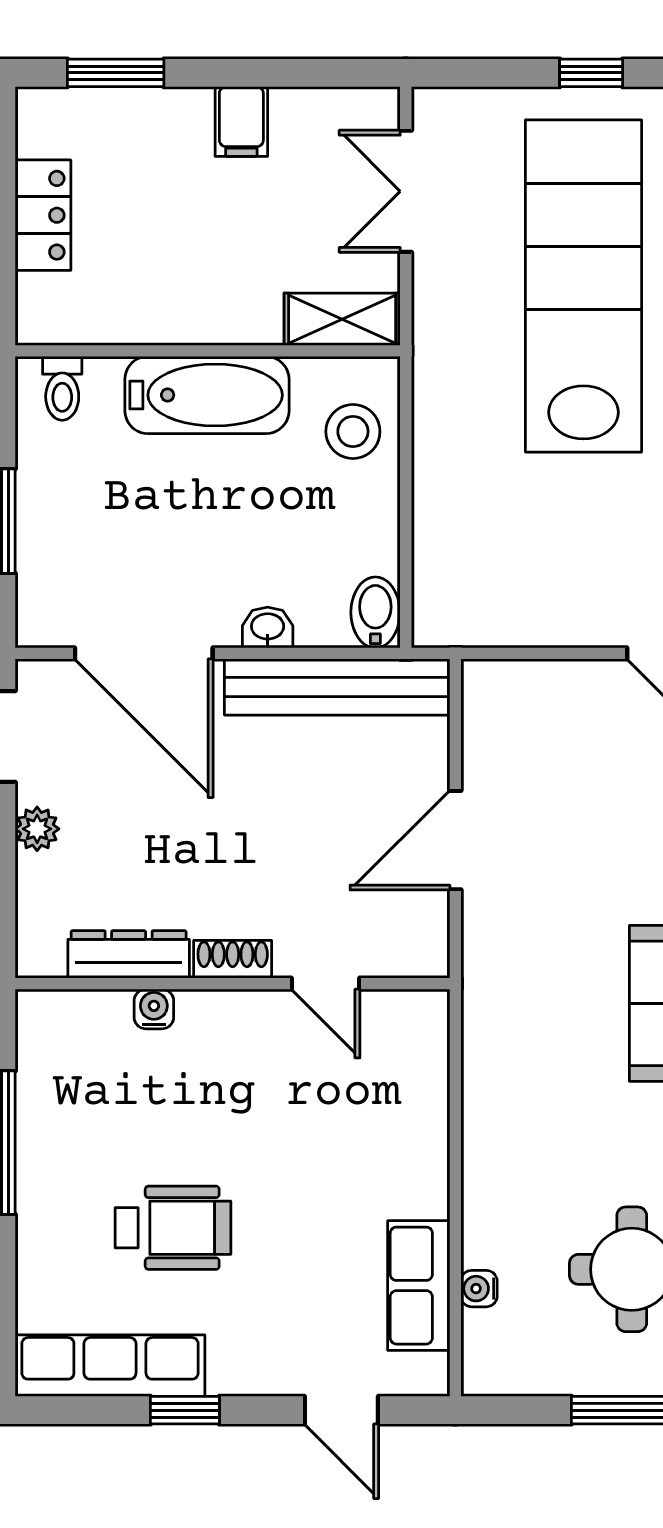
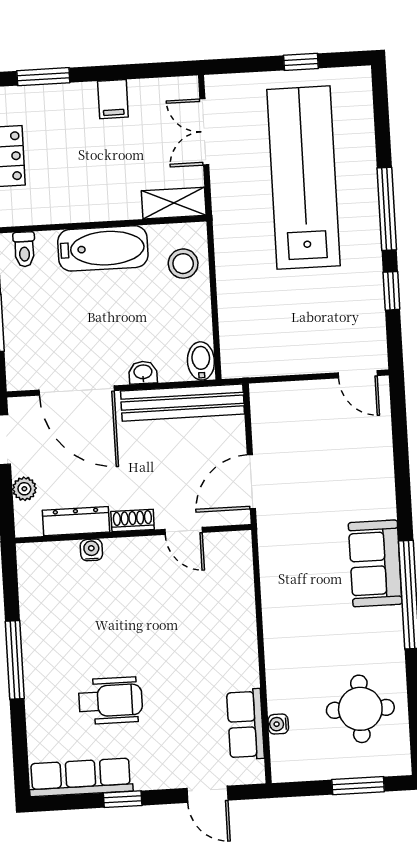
dresser: (129, 954) -> (76, 521), moved
shoe rack: (233, 959) -> (133, 521), moved
wall: (232, 984) -> (133, 534), moved
door: (326, 984) -> (184, 531), moved
water cooler: (154, 1009) -> (91, 550), moved

